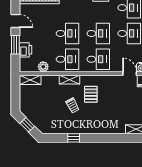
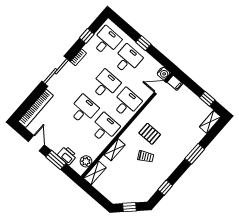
door: (15, 21) -> (36, 143), hinge flipped
plant: (43, 67) -> (86, 161), moved
shelving: (70, 80) -> (115, 150), moved
window: (74, 138) -> (165, 188), moved
window: (104, 138) -> (195, 154), added

